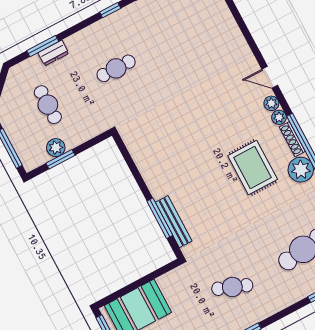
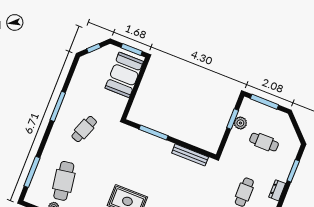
dresser: (53, 53) -> (277, 190), moved
bench: (174, 222) -> (190, 155), moved

